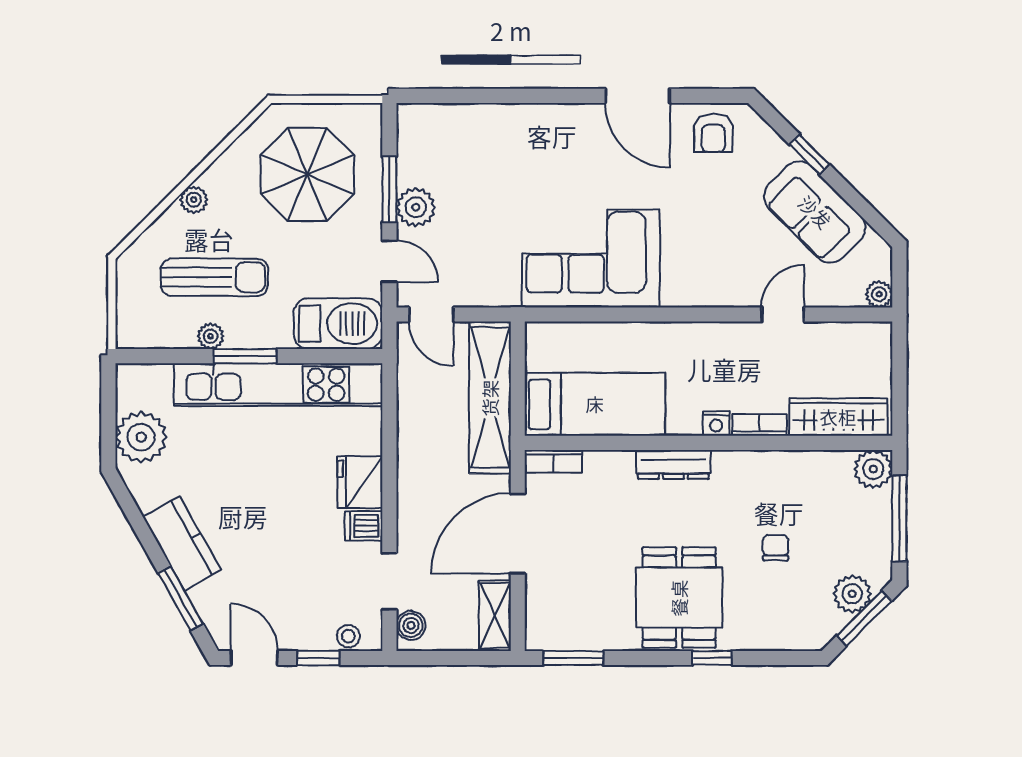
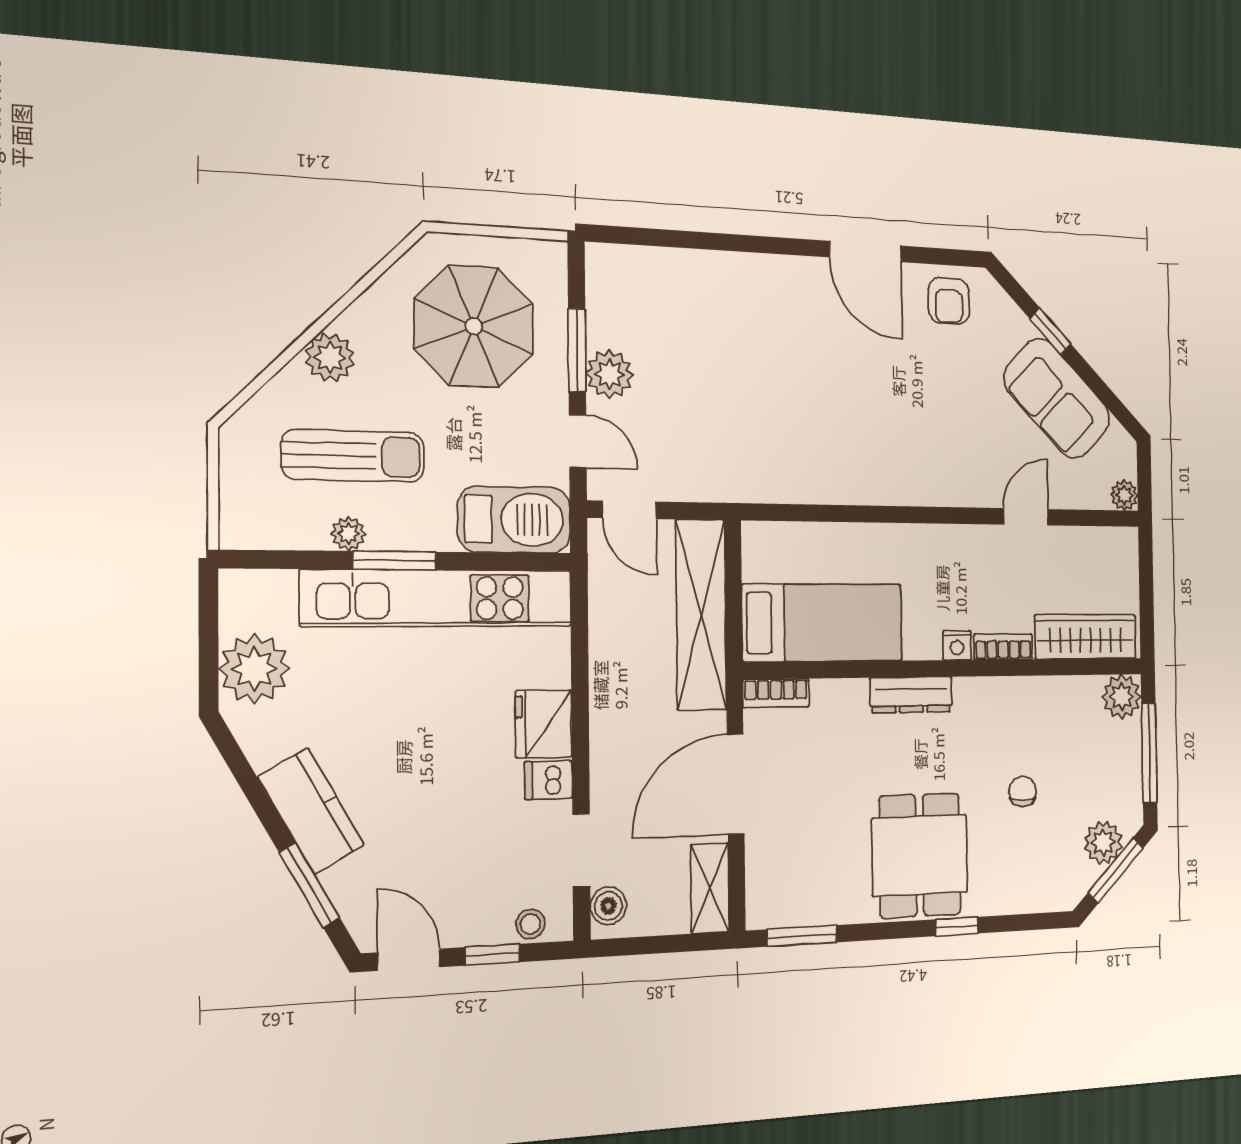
plant: (194, 200) -> (330, 357), width x1.38, depth x1.38
corner sofa: (591, 258) -> (816, 445), removed

